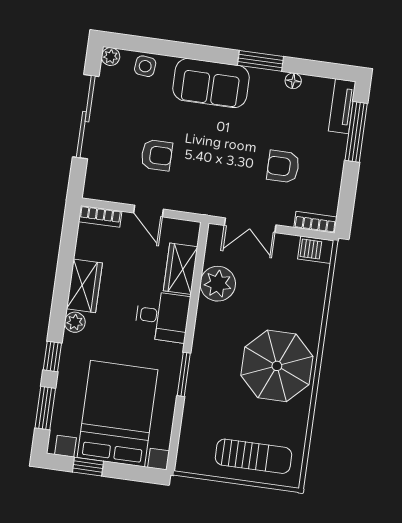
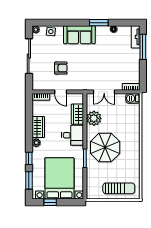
armchair: (283, 167) -> (114, 66), removed
parasol: (277, 366) -> (105, 147), moved

